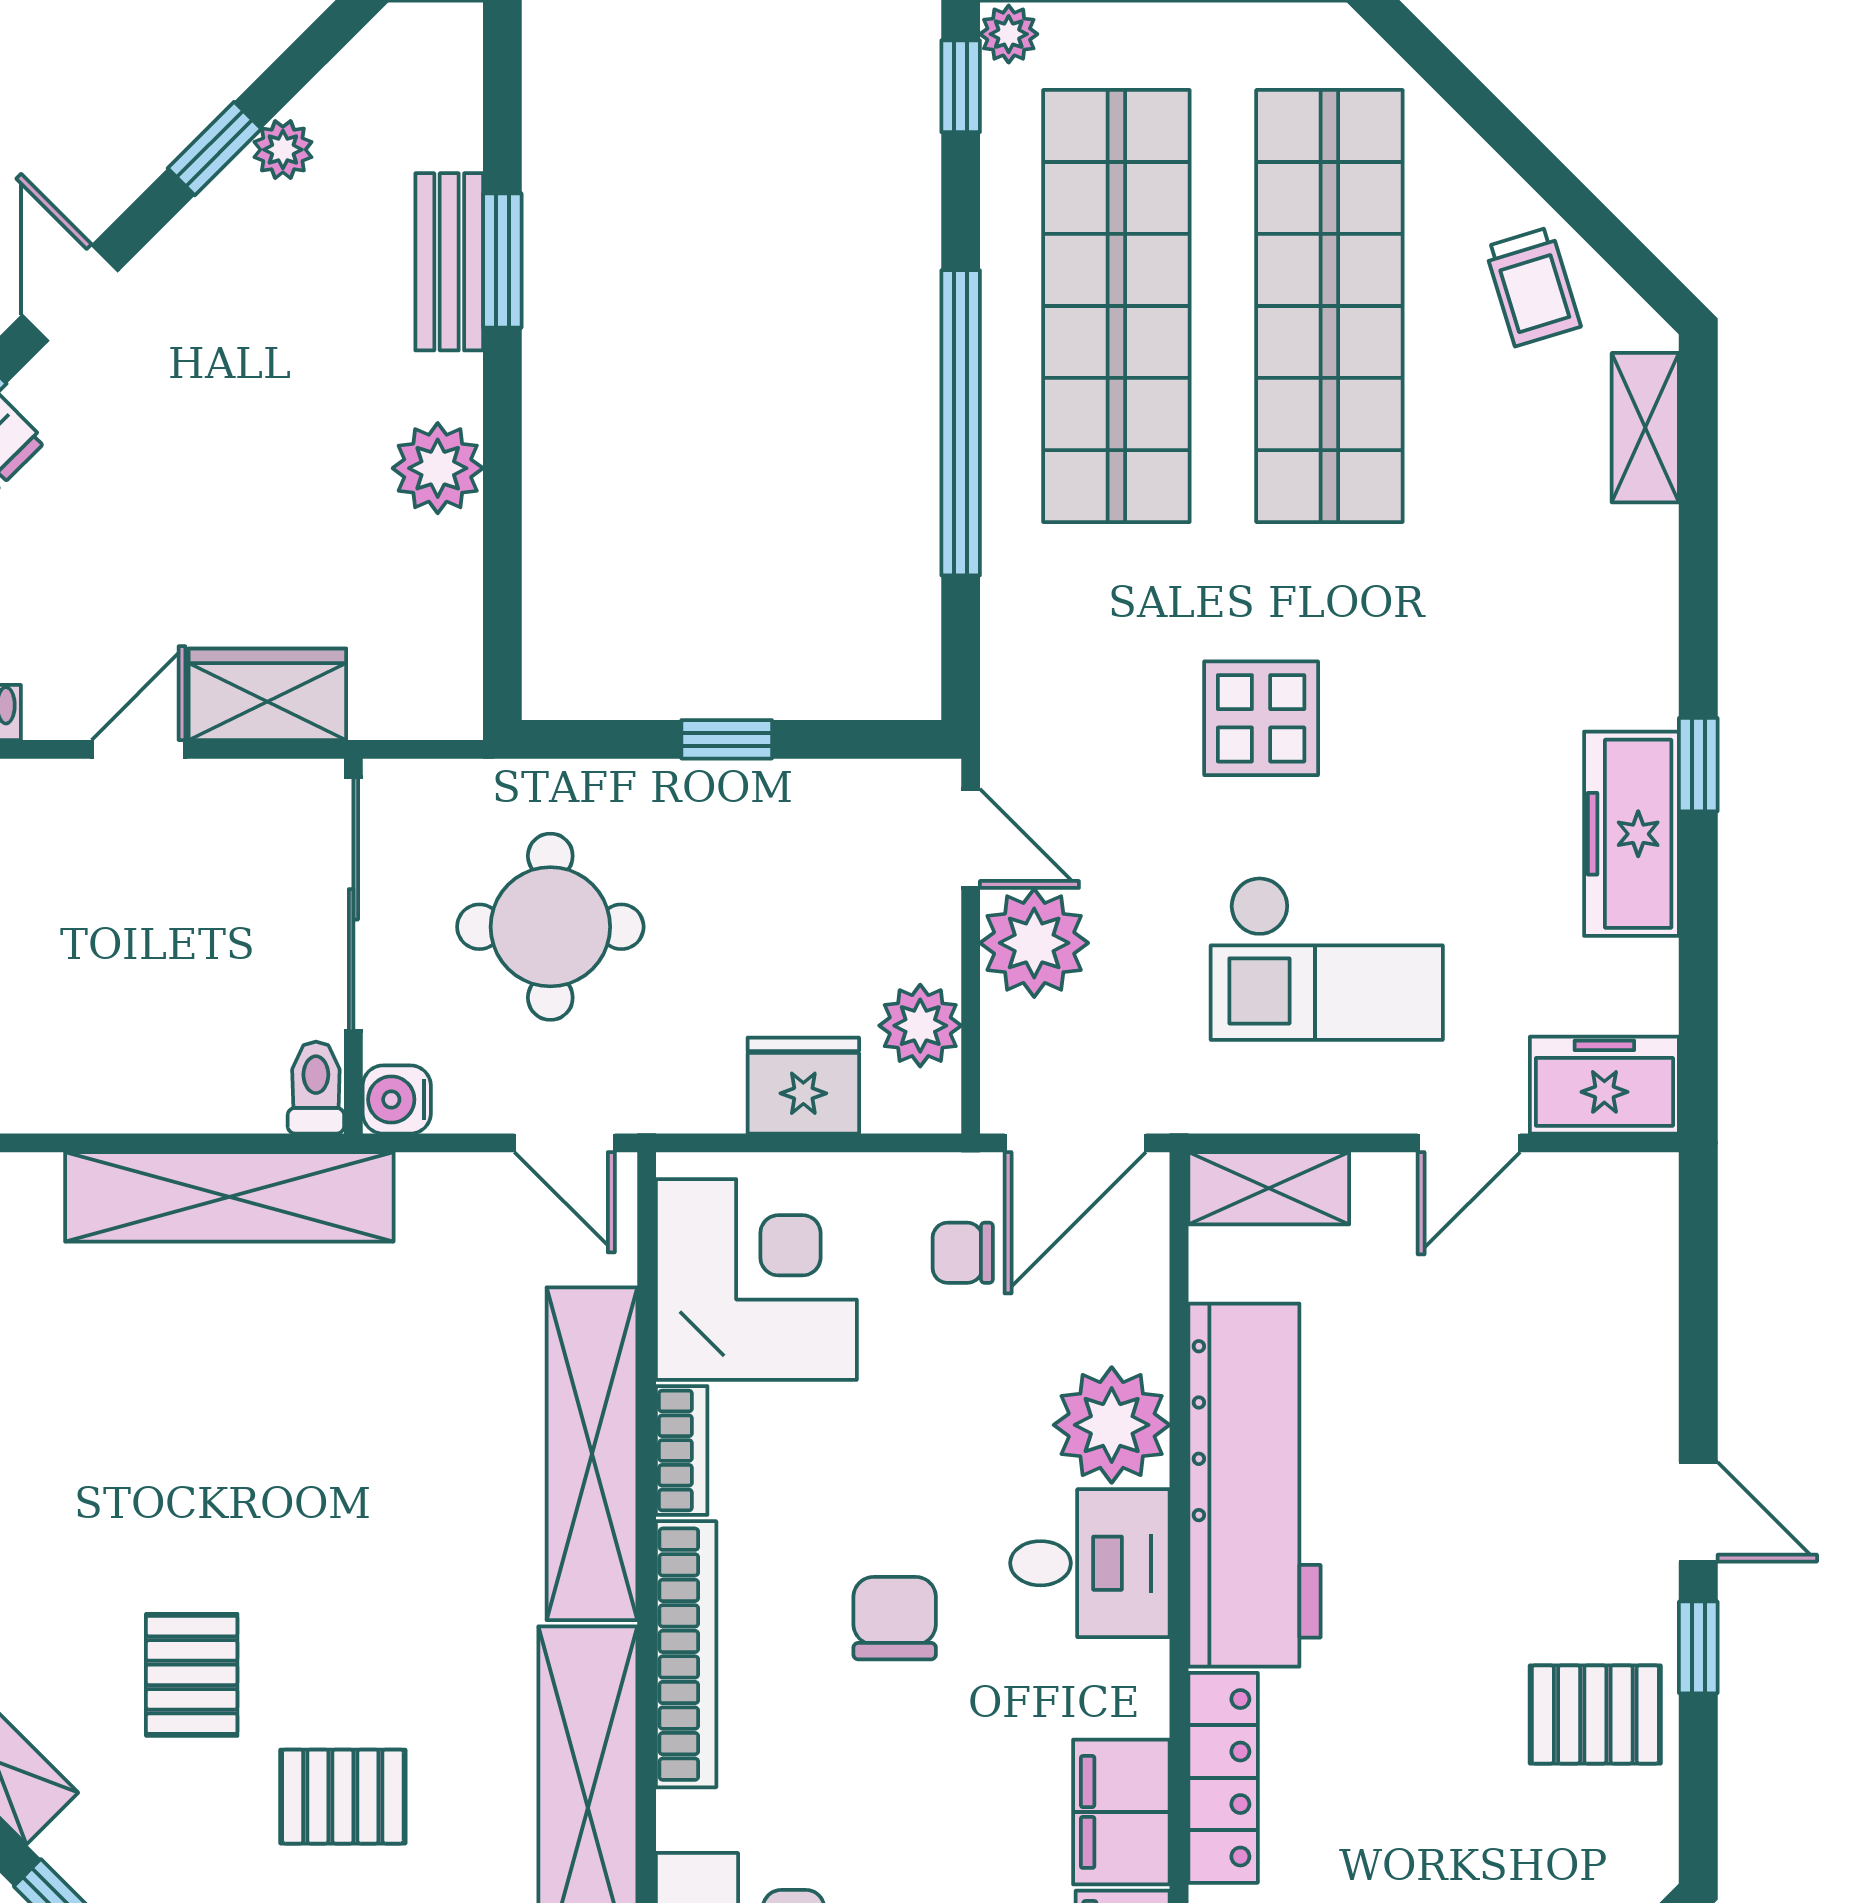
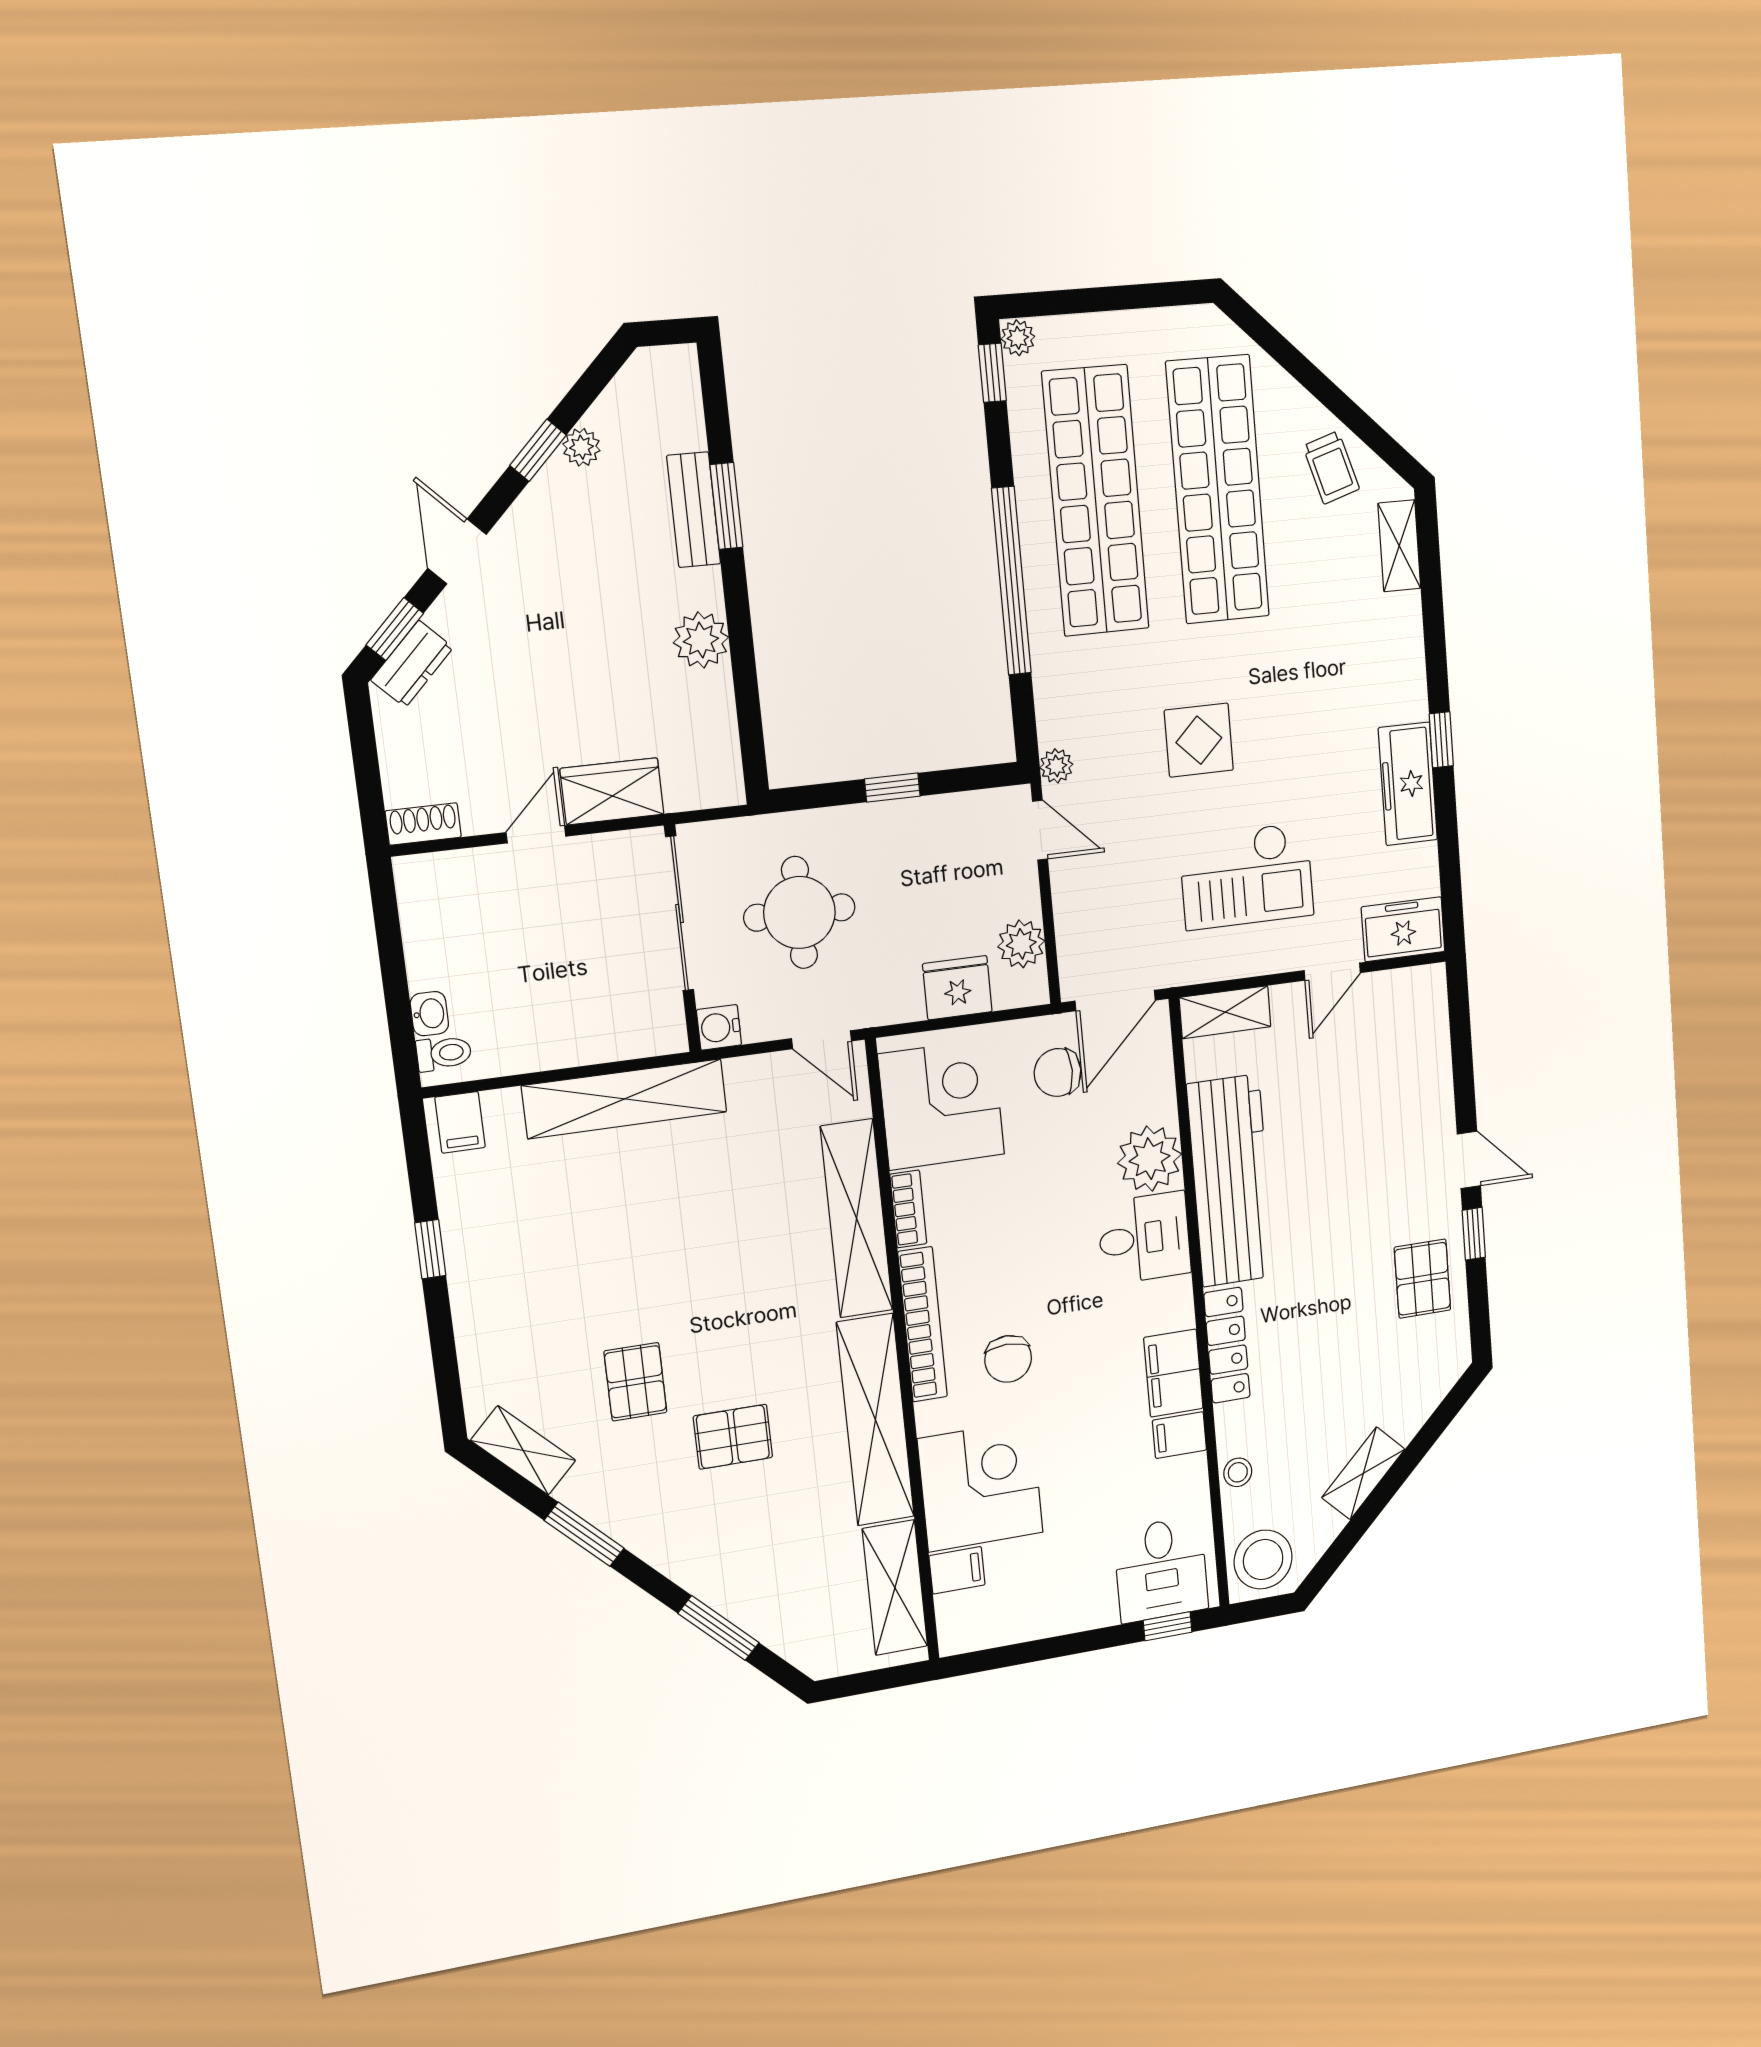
plant: (1034, 943) -> (1056, 766), moved, width x0.53, depth x0.53
toilet: (316, 1088) -> (669, 1027), removed
chair: (963, 1253) -> (1058, 1072), width x1.37, depth x1.37
chair: (895, 1618) -> (1008, 1359), moved, turned 180
pallet: (1595, 1714) -> (1422, 1279), turned 90

